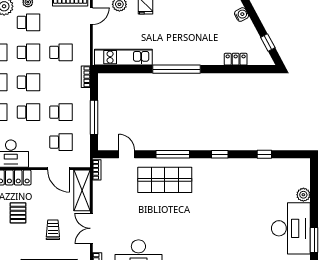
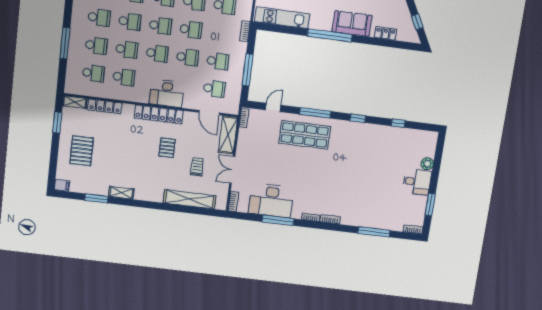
sofa: (198, 54) -> (352, 24), added
door: (127, 154) -> (273, 107), hinge flipped
desk: (291, 228) -> (417, 182), width x0.53, depth x0.77

